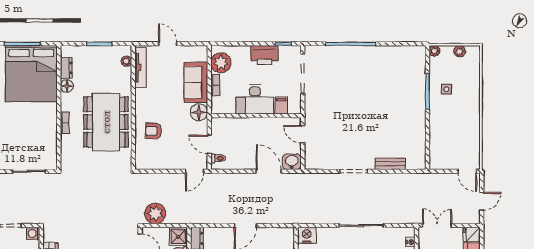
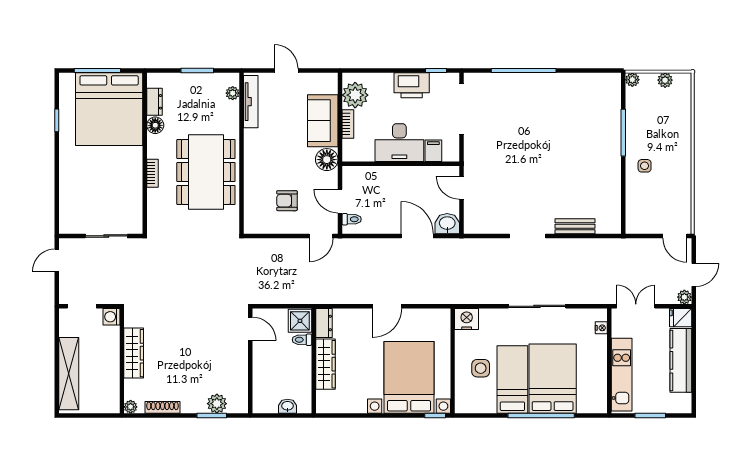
side table: (446, 89) -> (645, 166), moved
armchair: (154, 131) -> (287, 201), moved
plant: (155, 214) -> (684, 297), moved, width x0.53, depth x0.53

